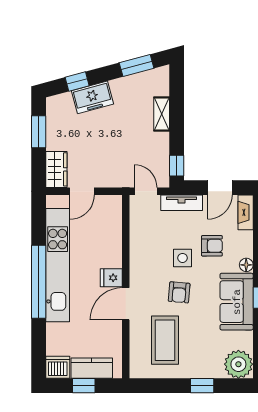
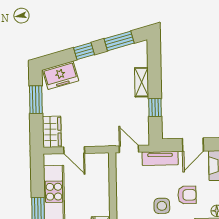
window: (77, 82) -> (84, 51), moved
freezer: (92, 97) -> (61, 75), moved
window: (177, 166) -> (155, 107), moved
door: (82, 191) -> (74, 150), hinge flipped

